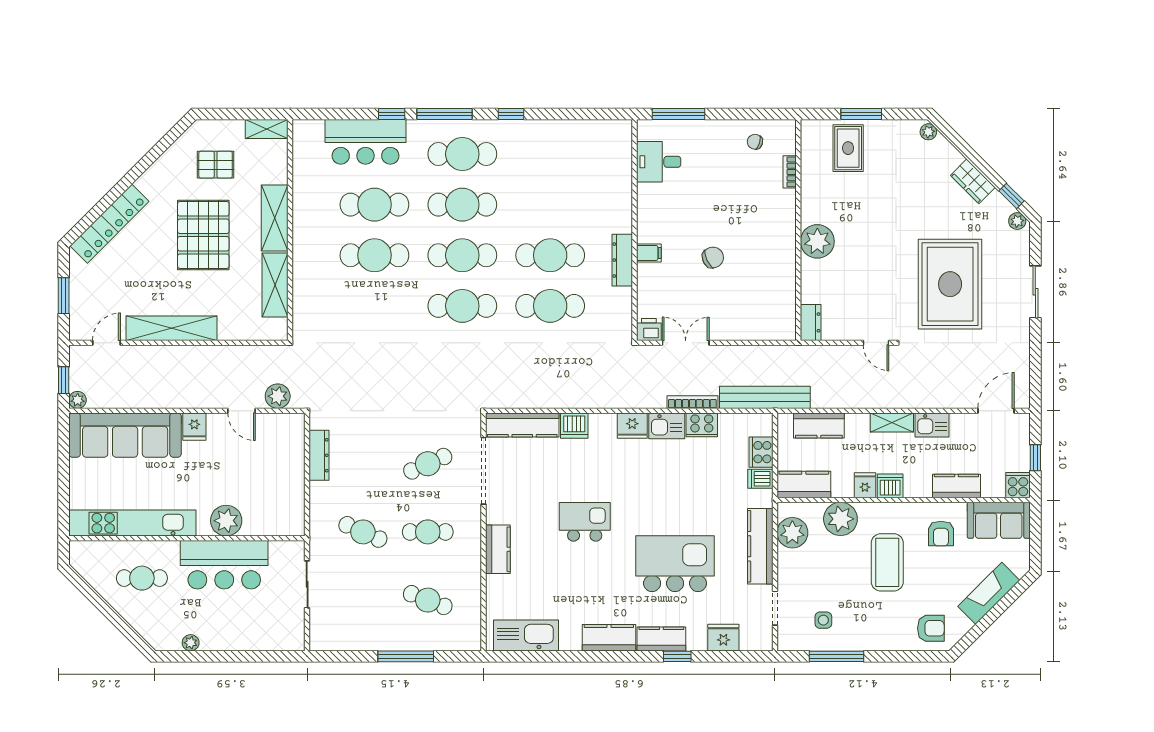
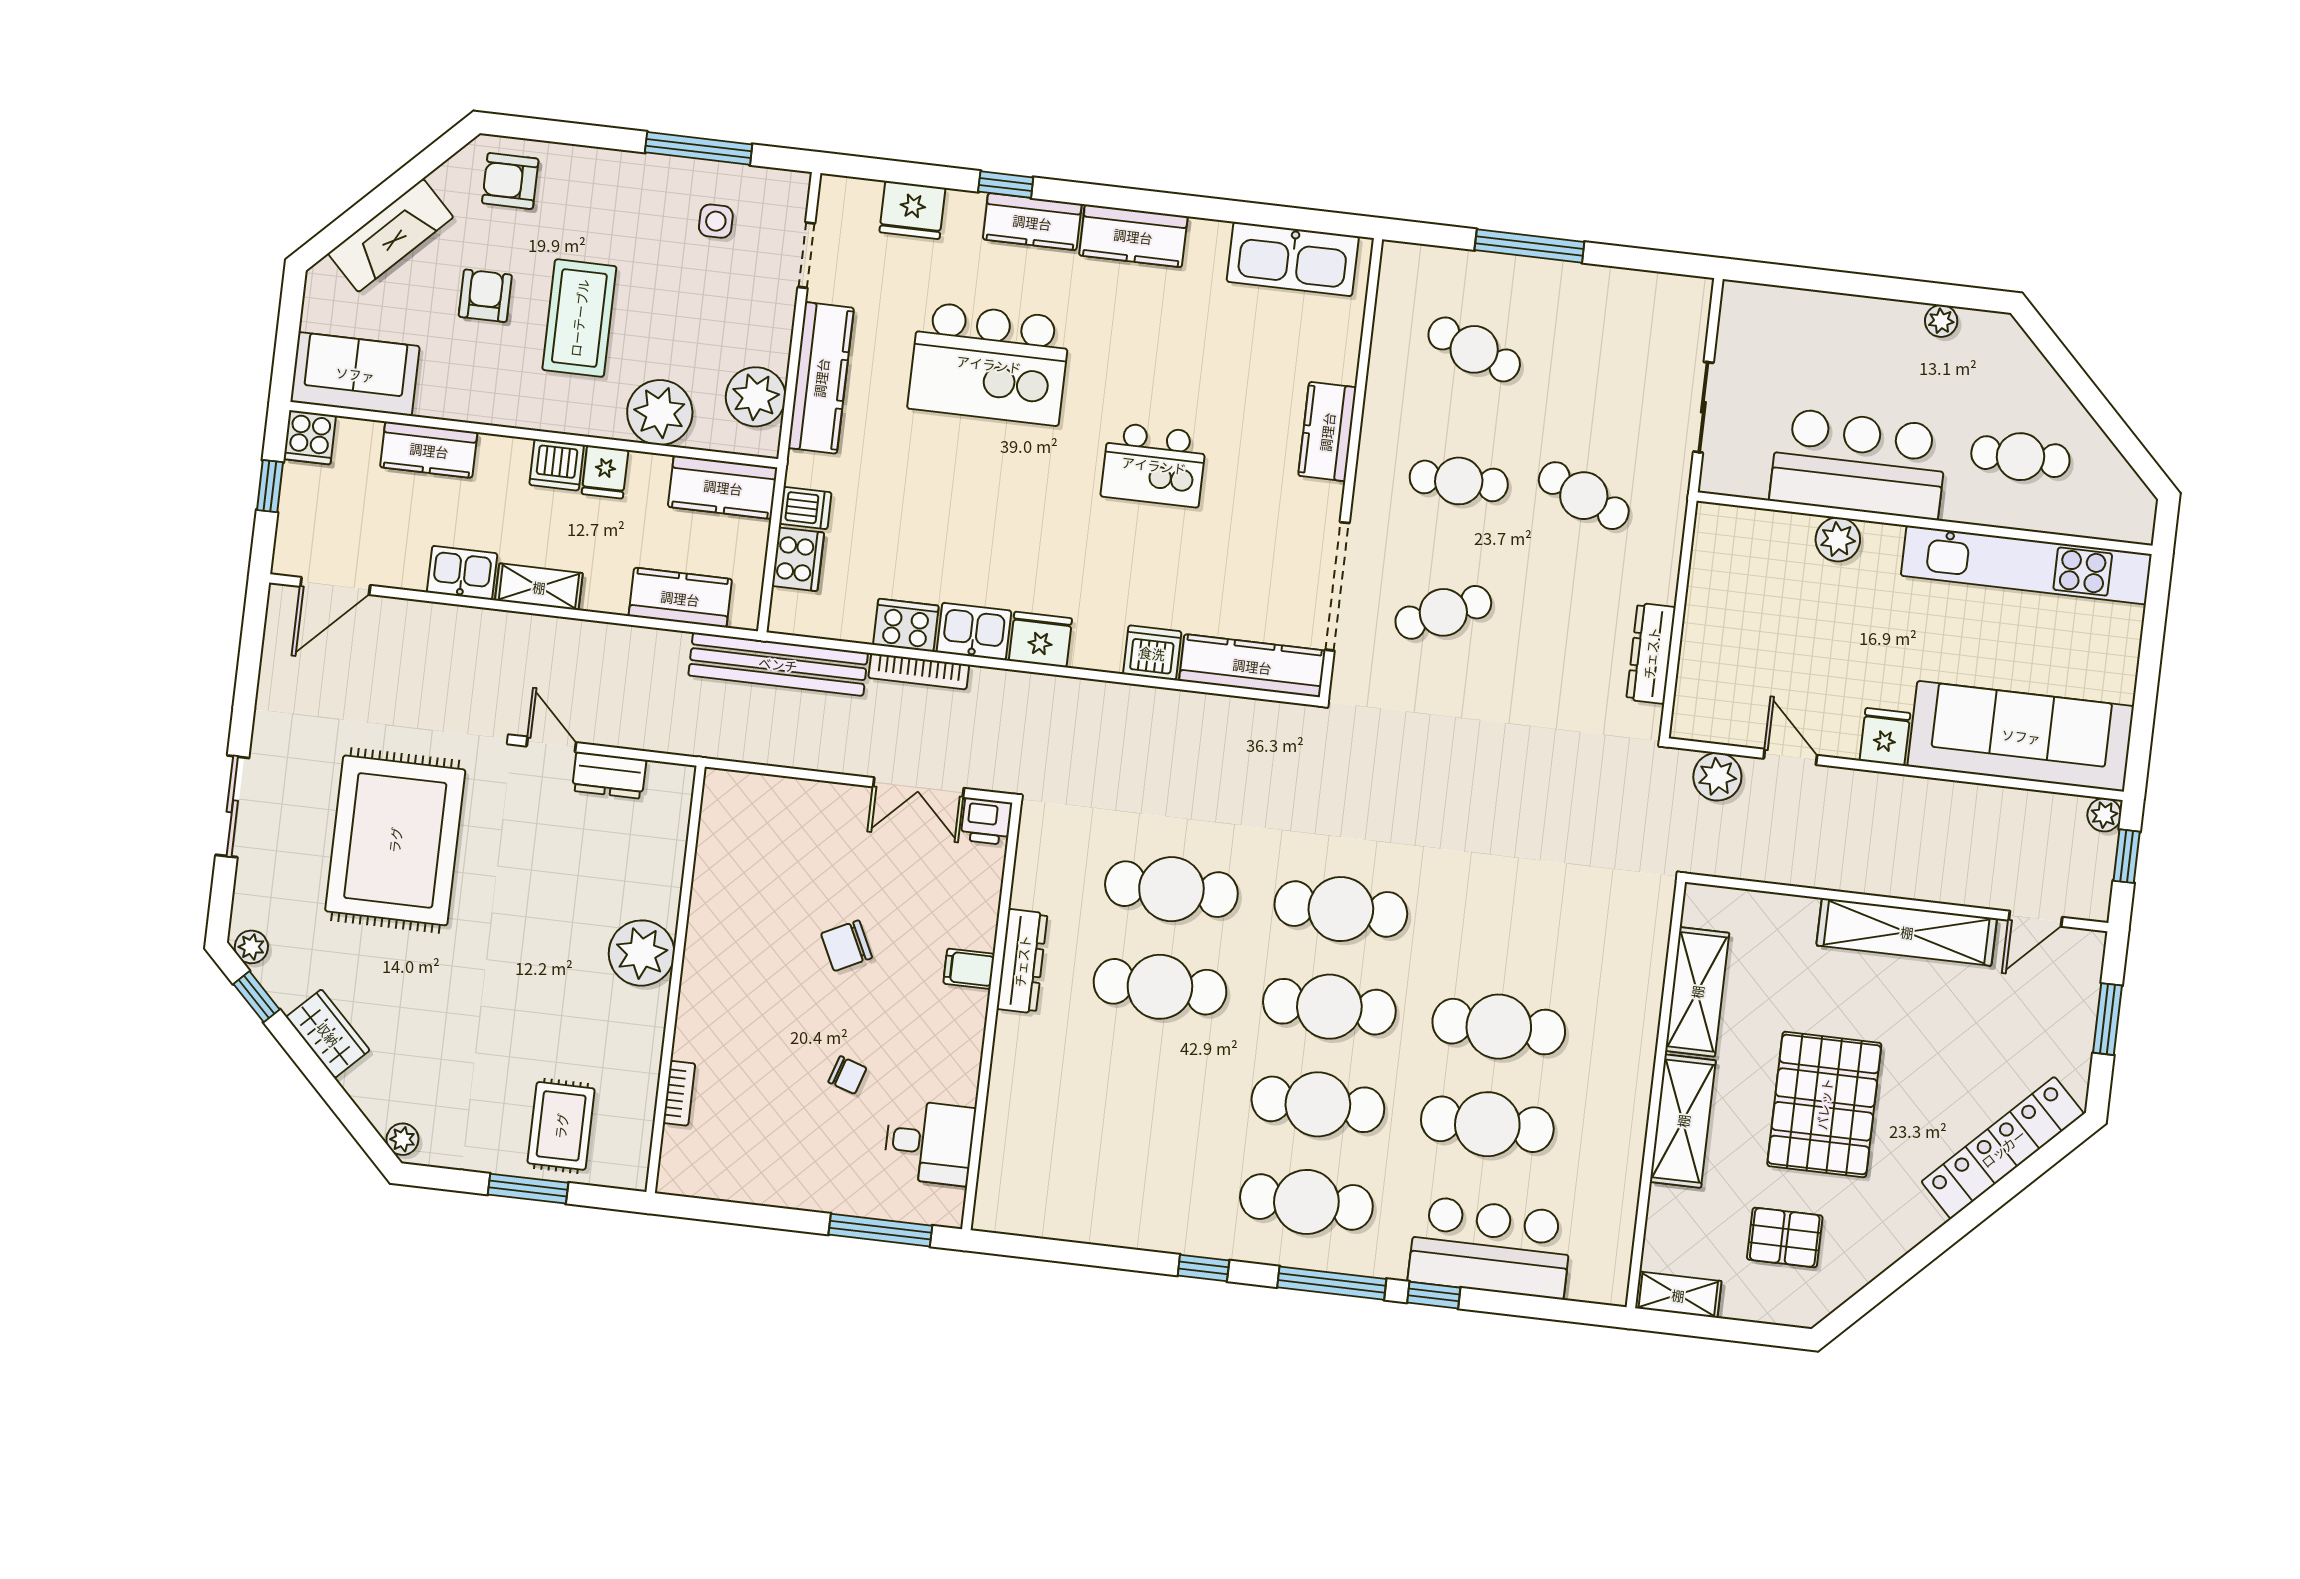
chair: (755, 142) -> (847, 1075), moved
dresser: (811, 322) -> (609, 775), moved, turned -90
plant: (226, 521) -> (1838, 539), width x0.73, depth x0.73
armchair: (941, 534) -> (485, 296), moved

